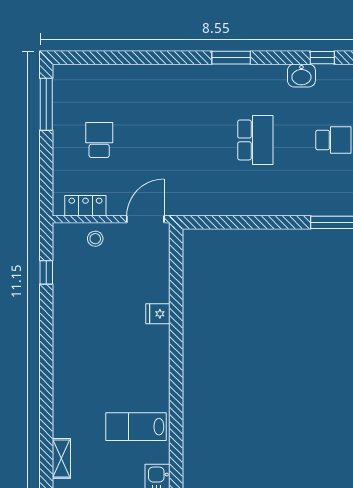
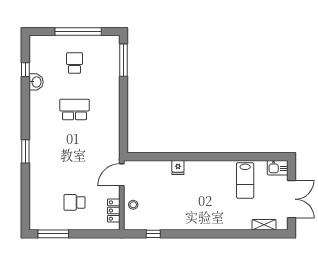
window: (231, 58) -> (25, 151), moved
door: (145, 219) -> (122, 175), hinge flipped

